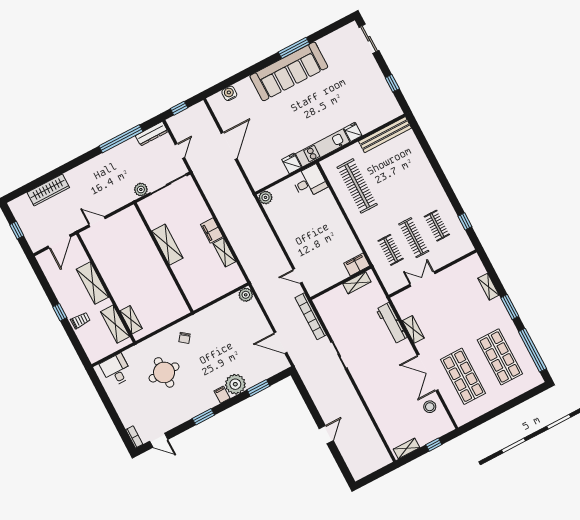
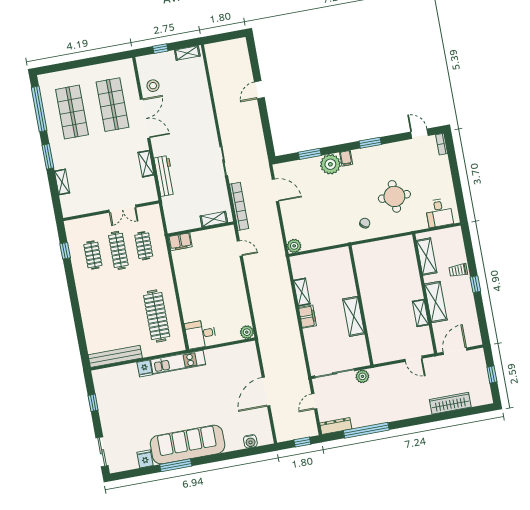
fridge: (292, 163) -> (145, 459), moved, turned 180
shelving: (357, 283) -> (214, 219), moved
shelving: (131, 320) -> (421, 313), moved

